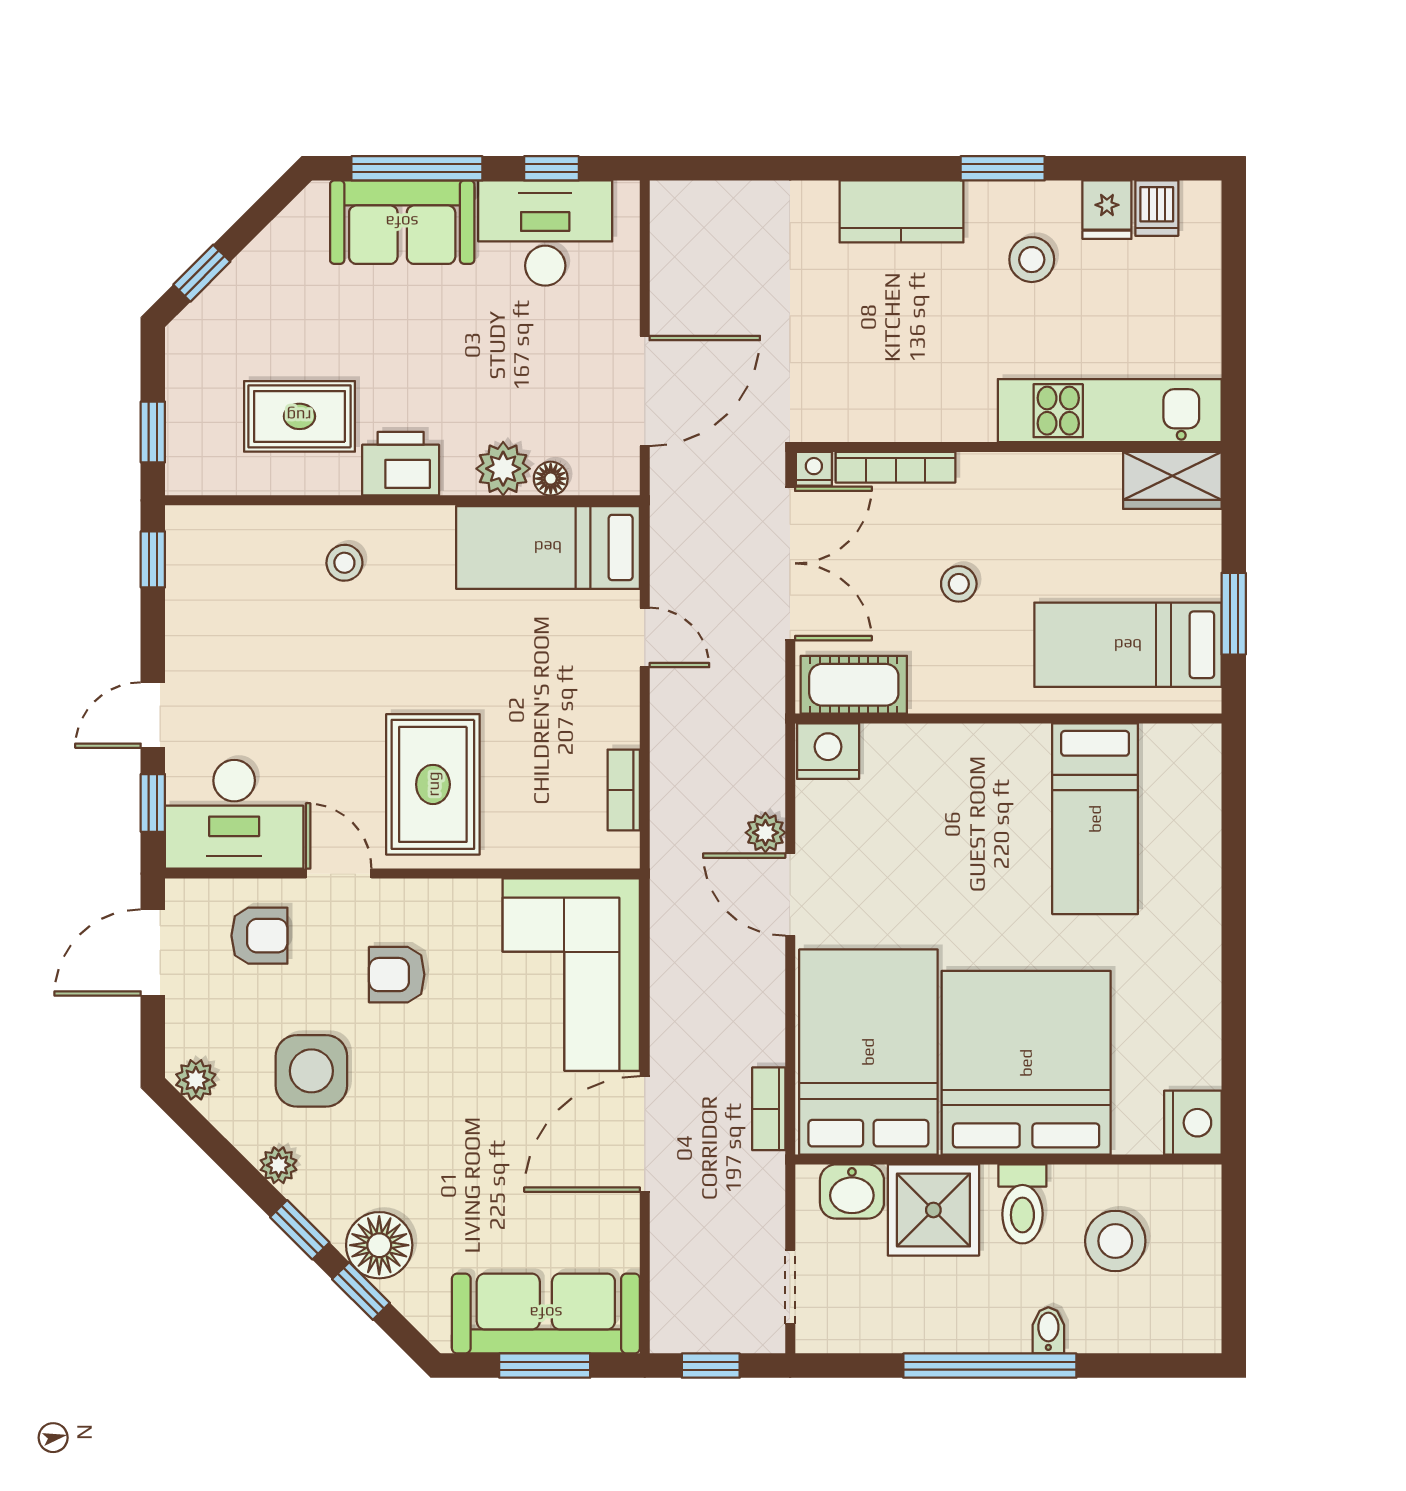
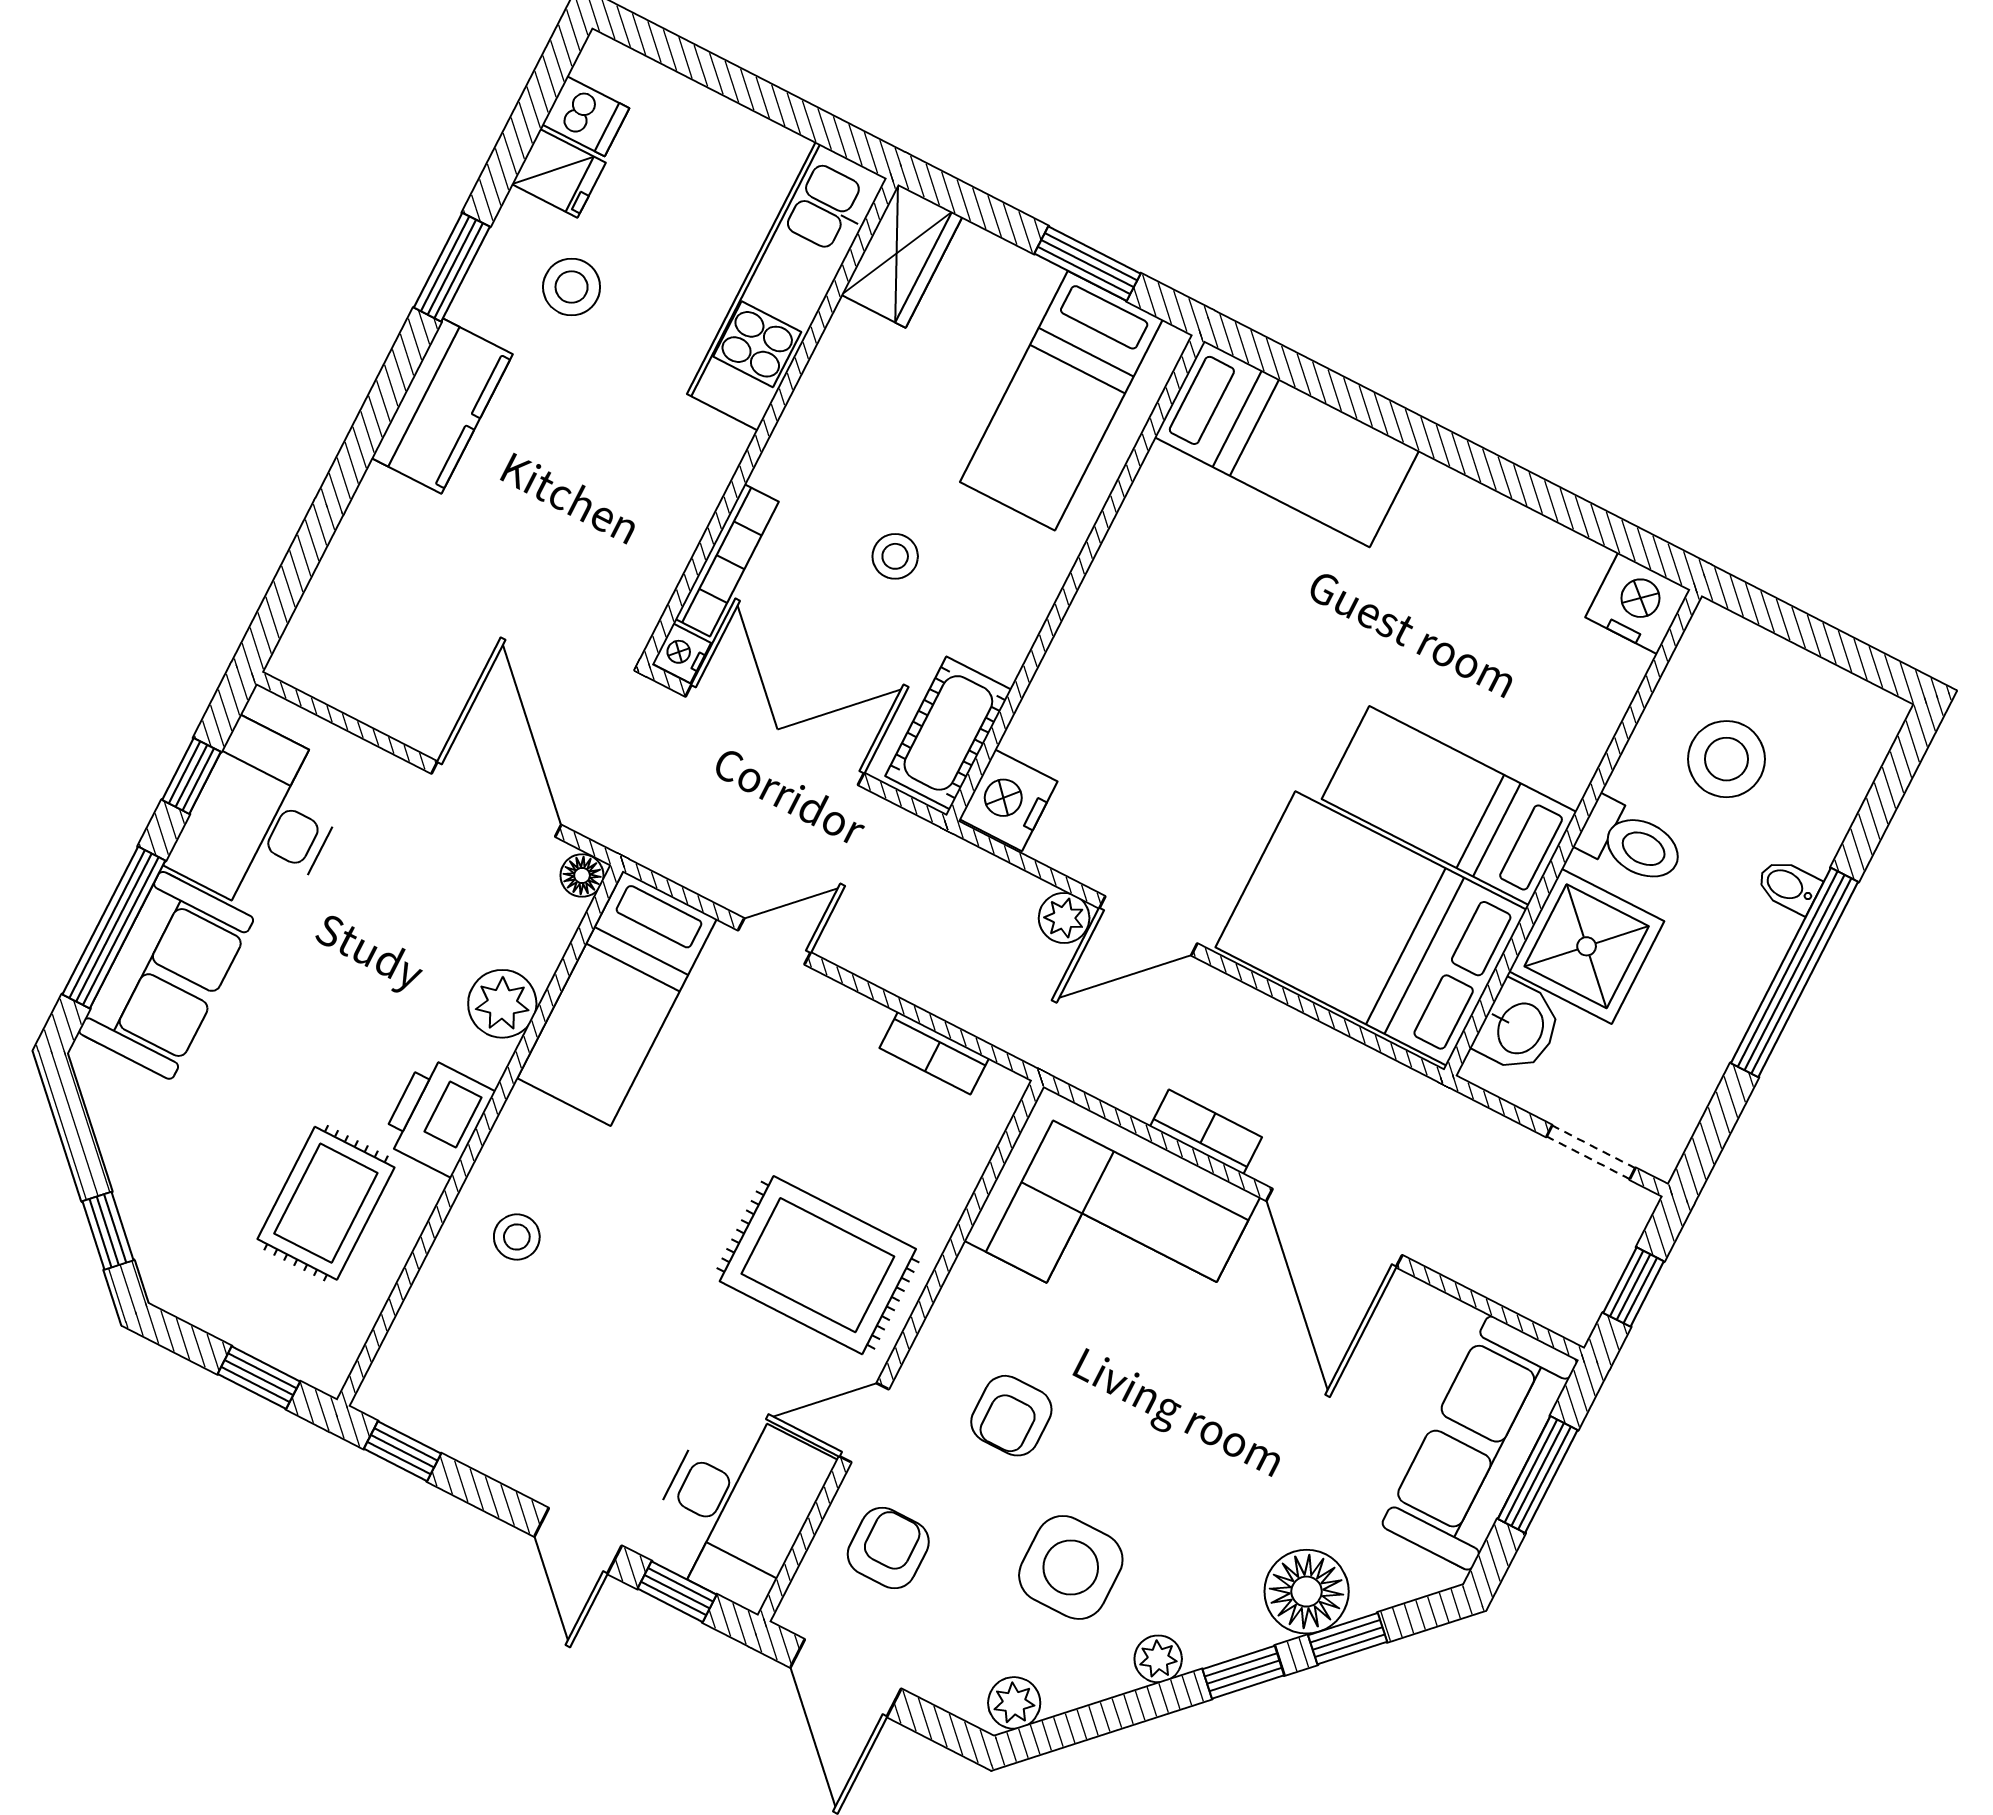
floor lamp: (551, 479) -> (582, 875), moved
bed: (1095, 819) -> (1287, 444), moved
bed: (1026, 1063) -> (1449, 806), width x0.49
bookcase: (769, 1109) -> (1206, 1132), moved, turned 180

